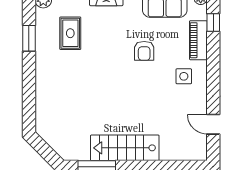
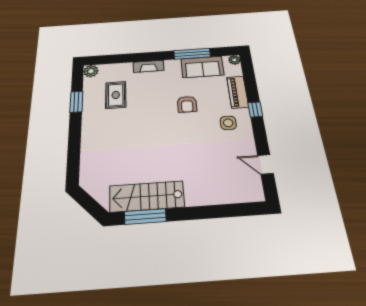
window: (213, 23) -> (255, 109), moved
stairs: (125, 148) -> (147, 196), moved

